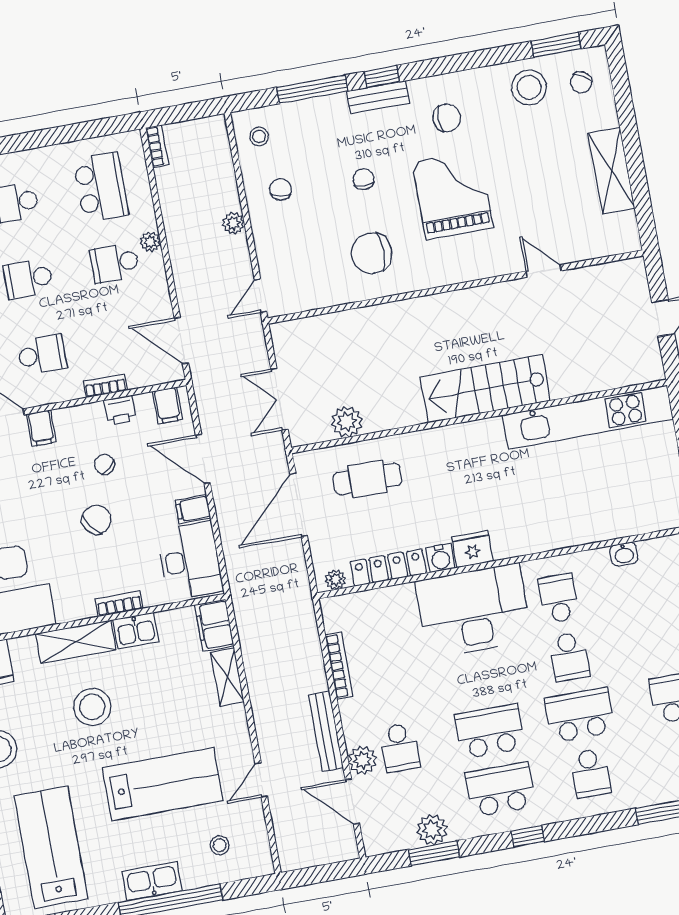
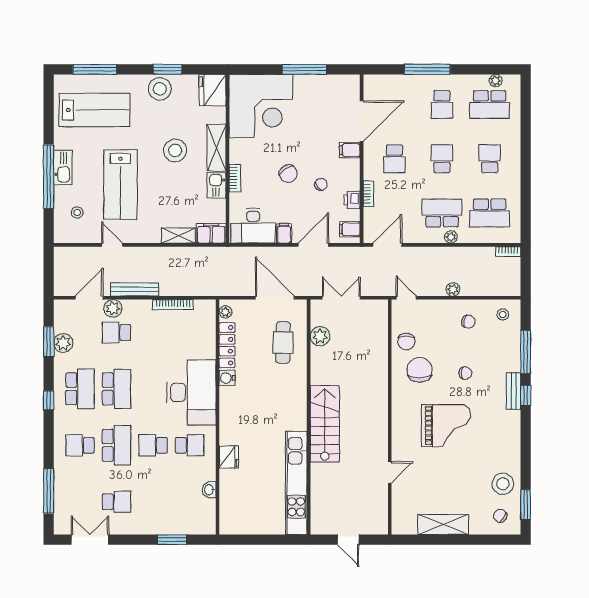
chair: (447, 118) -> (406, 341), moved
school desk: (115, 263) -> (442, 213), width x1.85
fridge: (472, 549) -> (229, 457), moved

